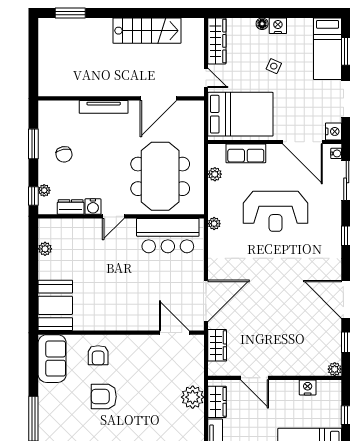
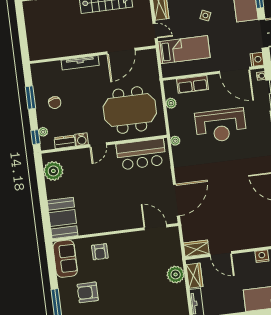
bed: (240, 114) -> (184, 50), width x0.67
meeting table: (160, 176) -> (130, 110), turned 90
plant: (45, 249) -> (53, 171), width x1.88, depth x1.88
wardrobe: (217, 345) -> (196, 248), moved, turned -90
armchair: (104, 397) -> (88, 292), moved

